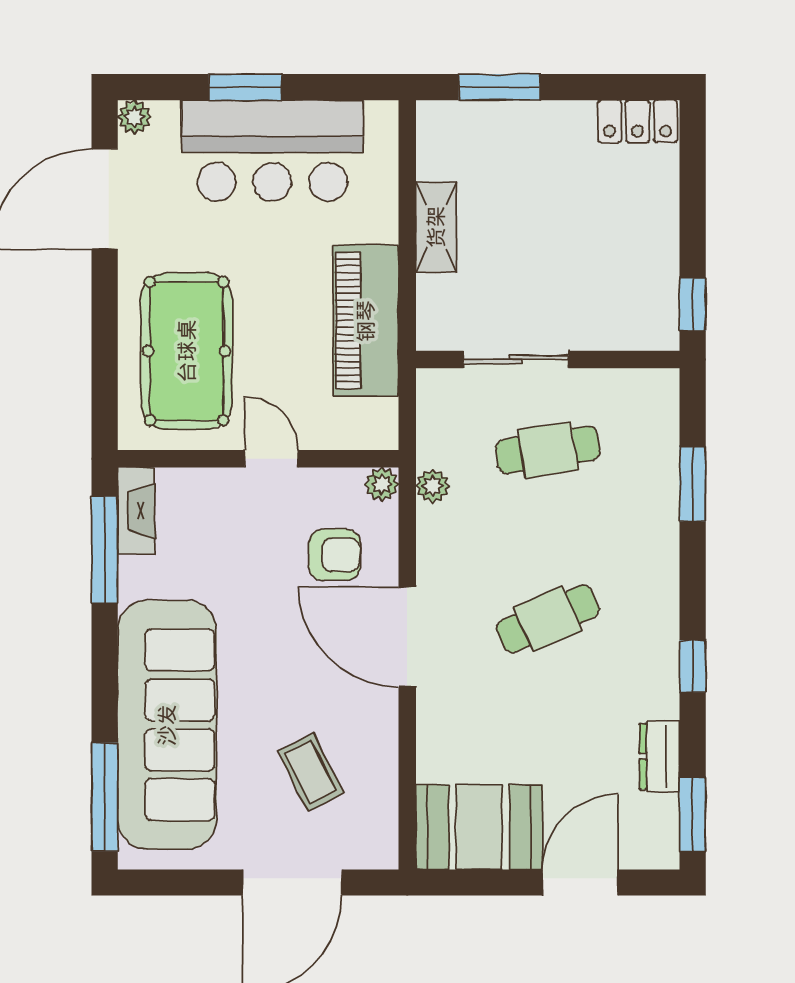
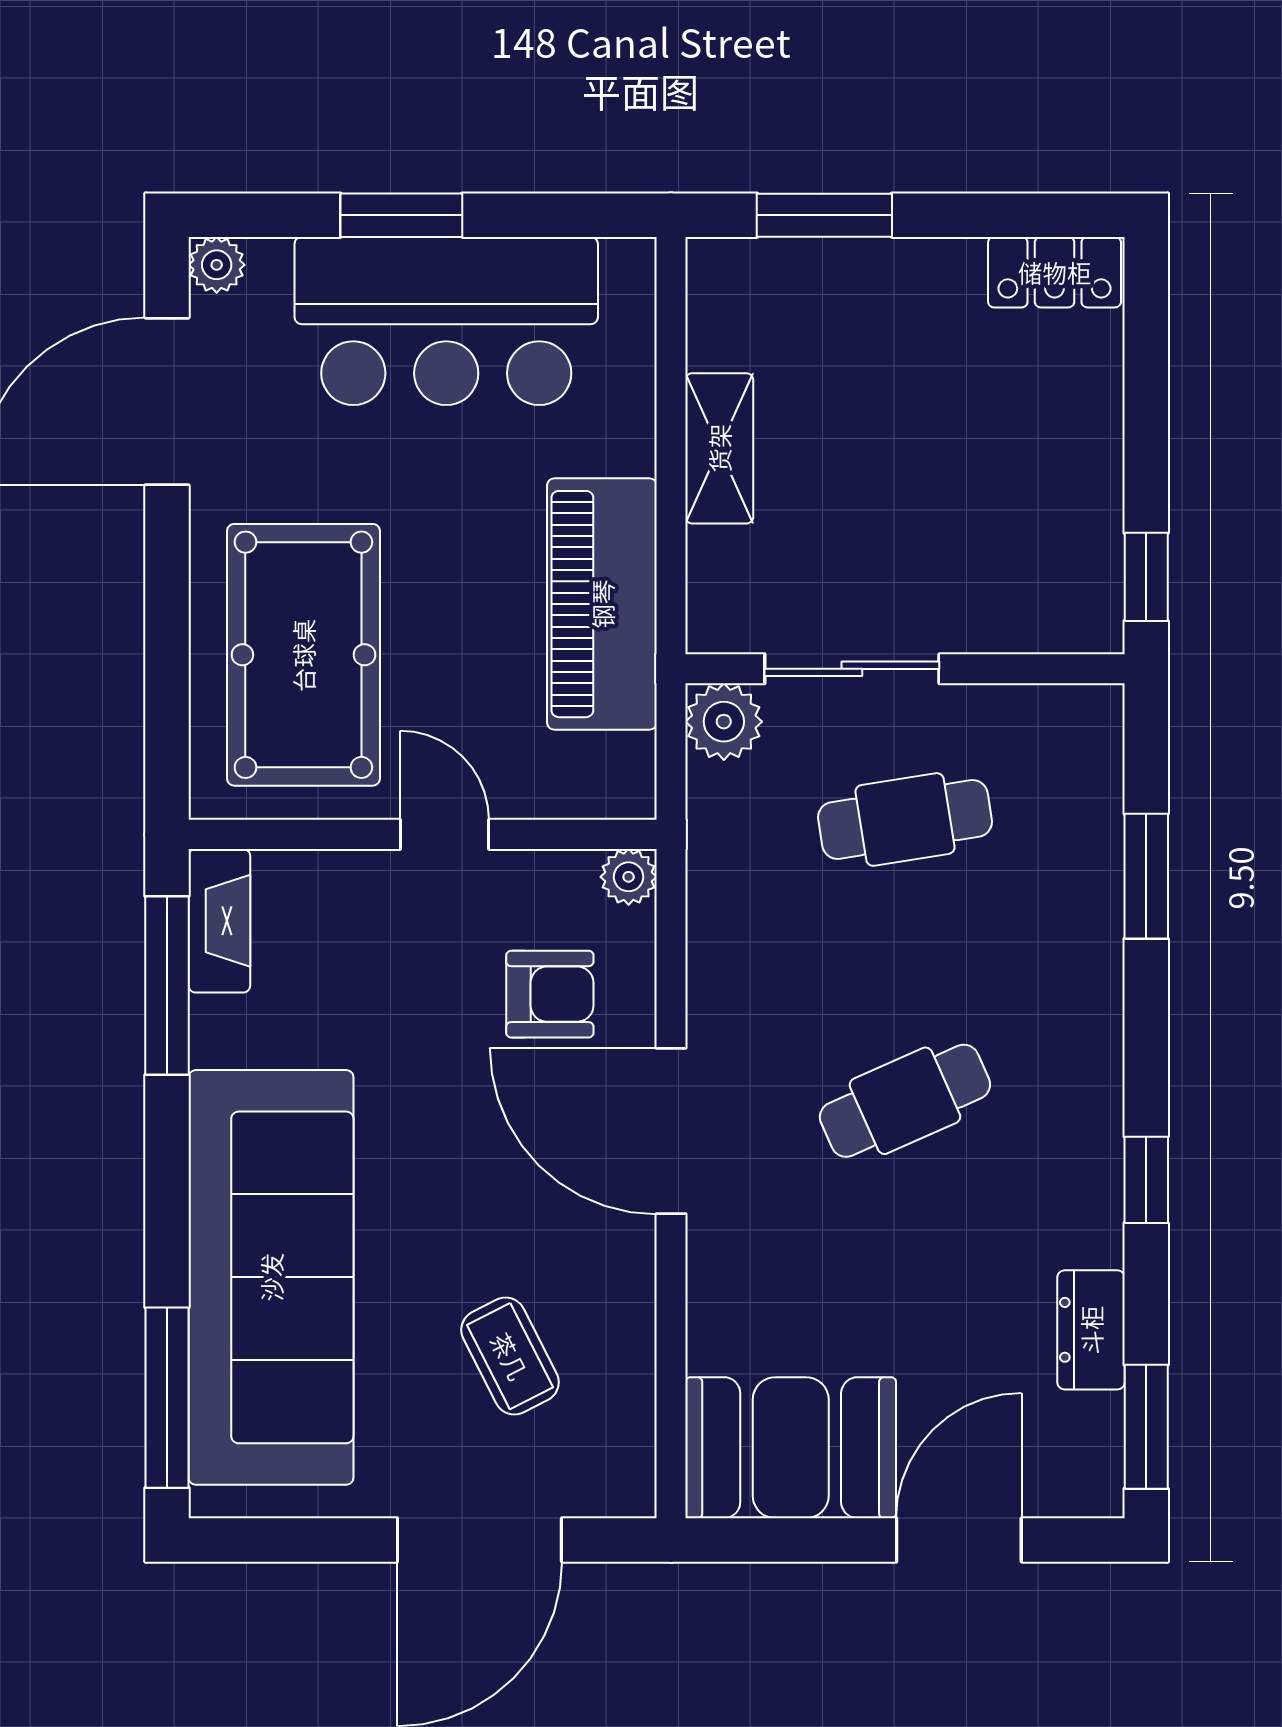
plant: (433, 486) -> (724, 722), moved, width x1.38, depth x1.38

